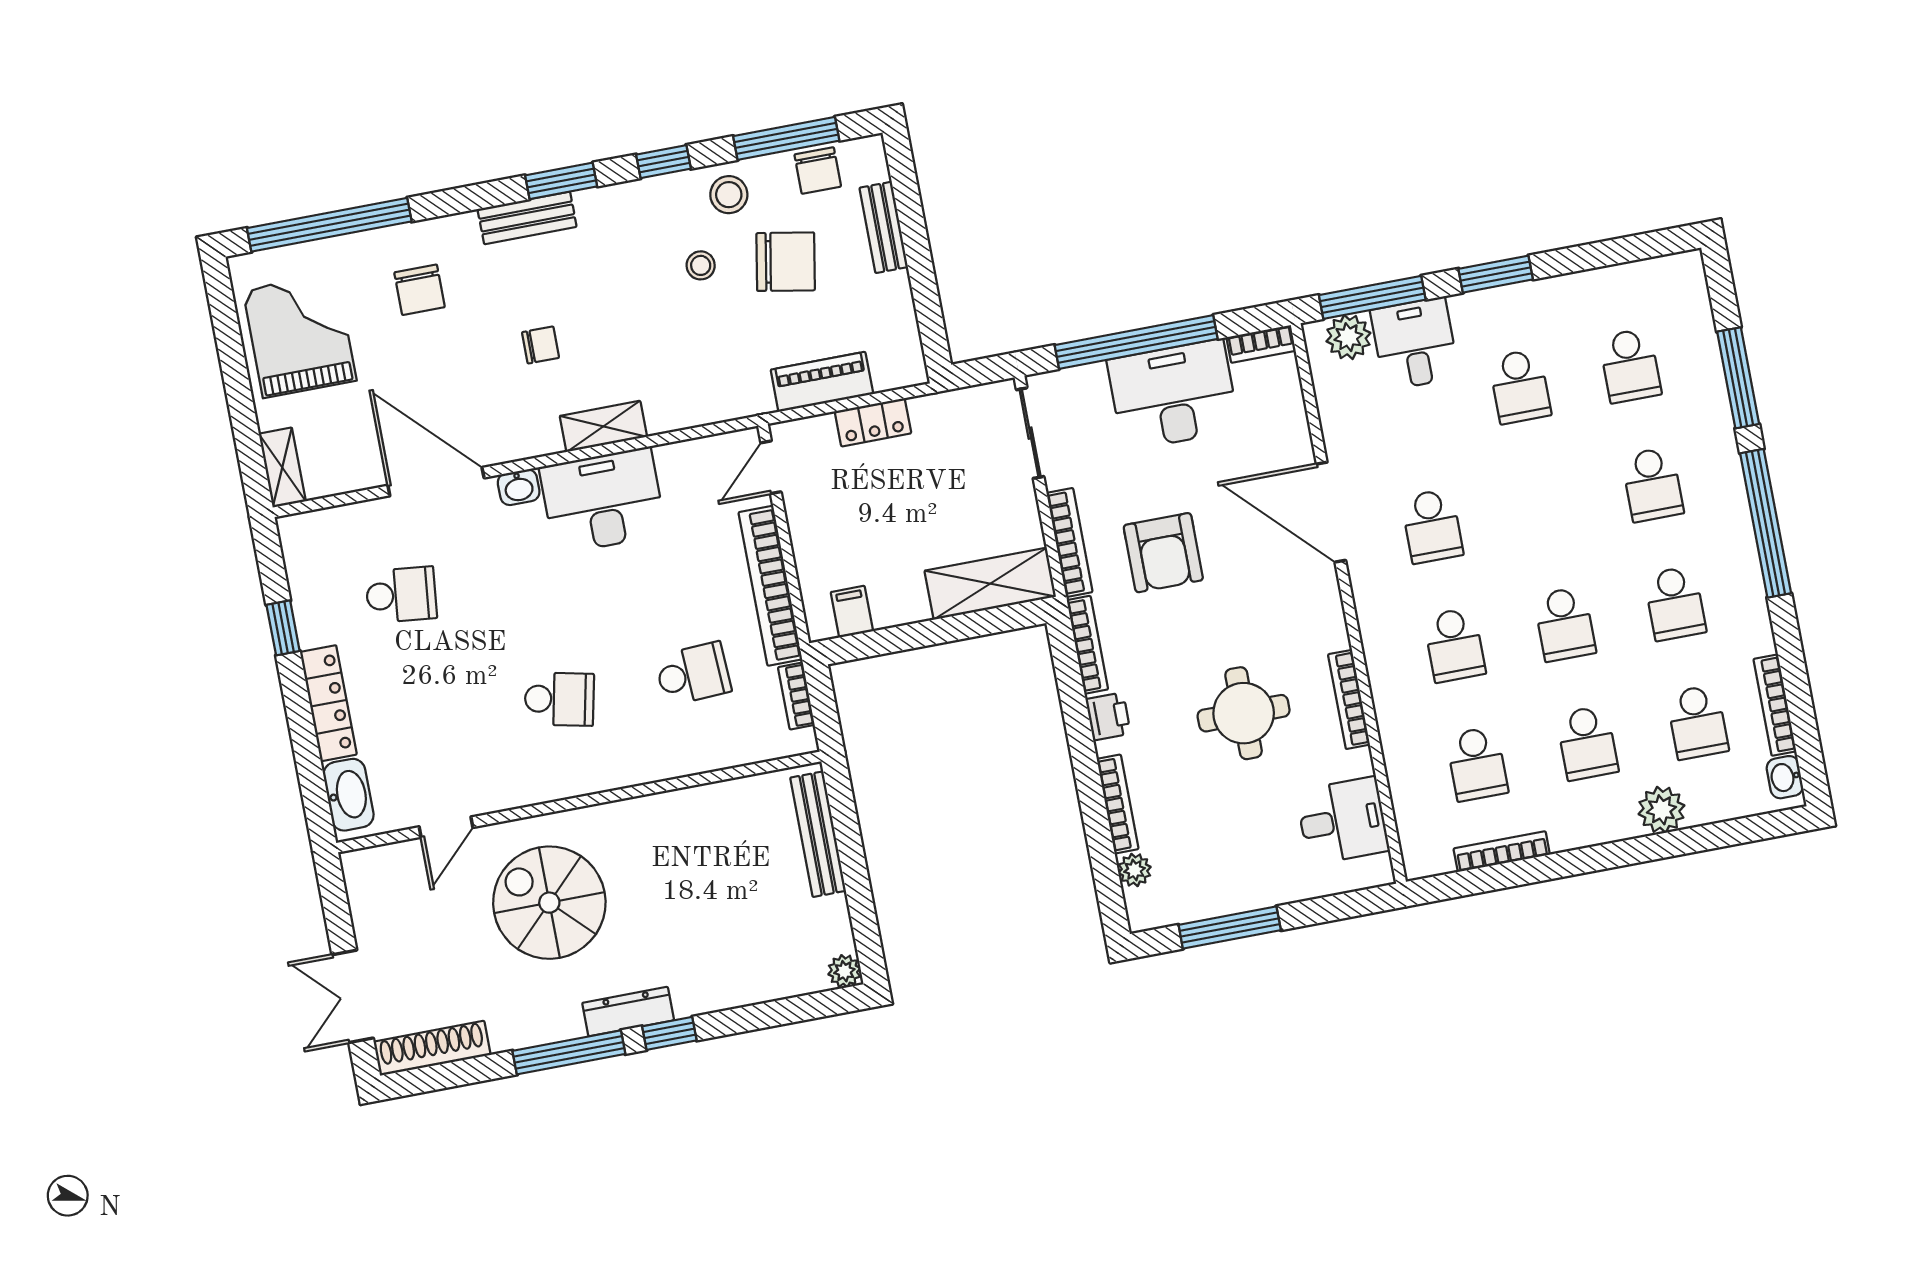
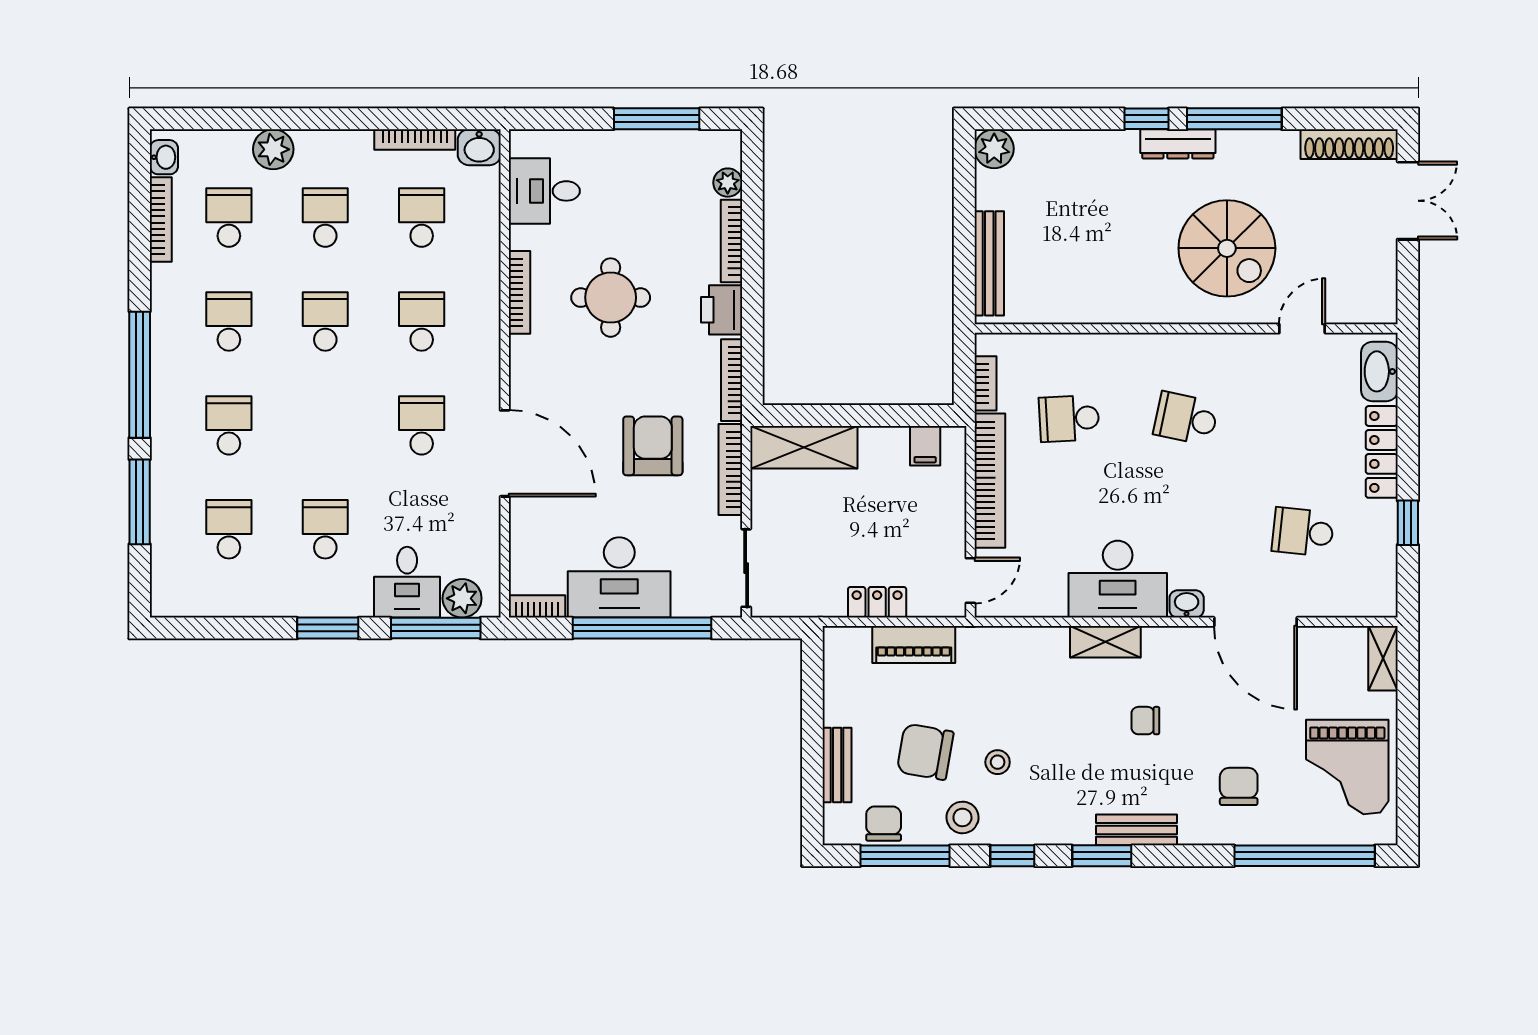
printer: (1108, 716) -> (722, 310), width x1.36, depth x1.24
washbasin: (1426, 857) -> (479, 147), added
plant: (844, 971) -> (994, 149), width x1.38, depth x1.38

